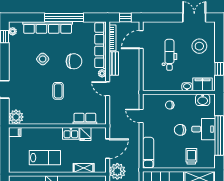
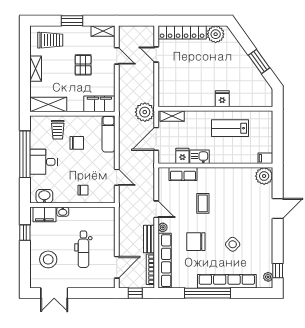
coffee table: (58, 91) -> (203, 203), moved
chair: (180, 130) -> (77, 143), moved
shelving: (84, 168) -> (172, 116), moved

